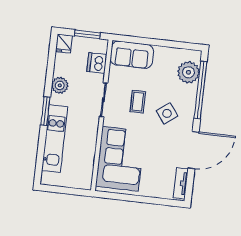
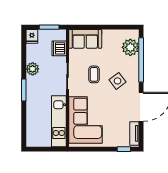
kitchen unit: (55, 139) -> (59, 121), moved, turned 180
window: (165, 202) -> (124, 149), added

